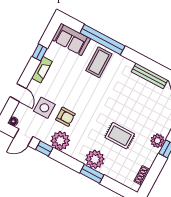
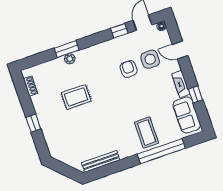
sofa: (71, 39) -> (187, 115), moved, turned -90
armchair: (65, 117) -> (129, 69), turned 90
plant: (60, 141) -> (114, 48), removed
plant: (158, 141) -> (46, 122), removed
plant: (95, 159) -> (70, 59), width x0.53, depth x0.53

